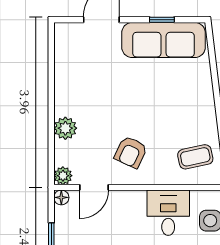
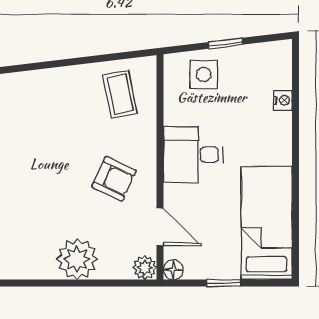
plant: (65, 128) -> (77, 259), width x1.36, depth x1.36
desk: (168, 213) -> (193, 155), moved

